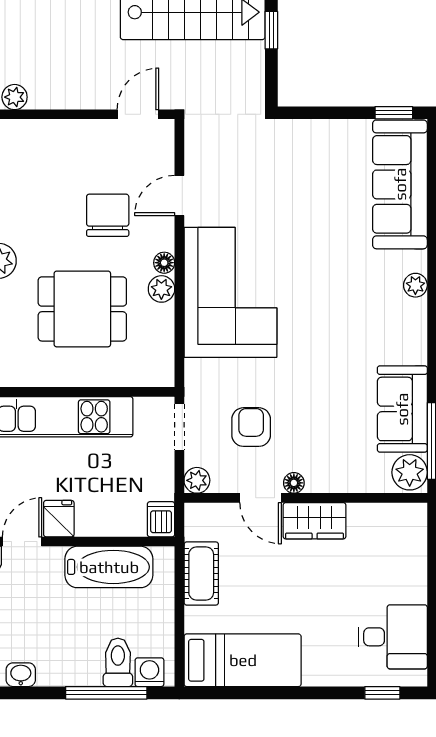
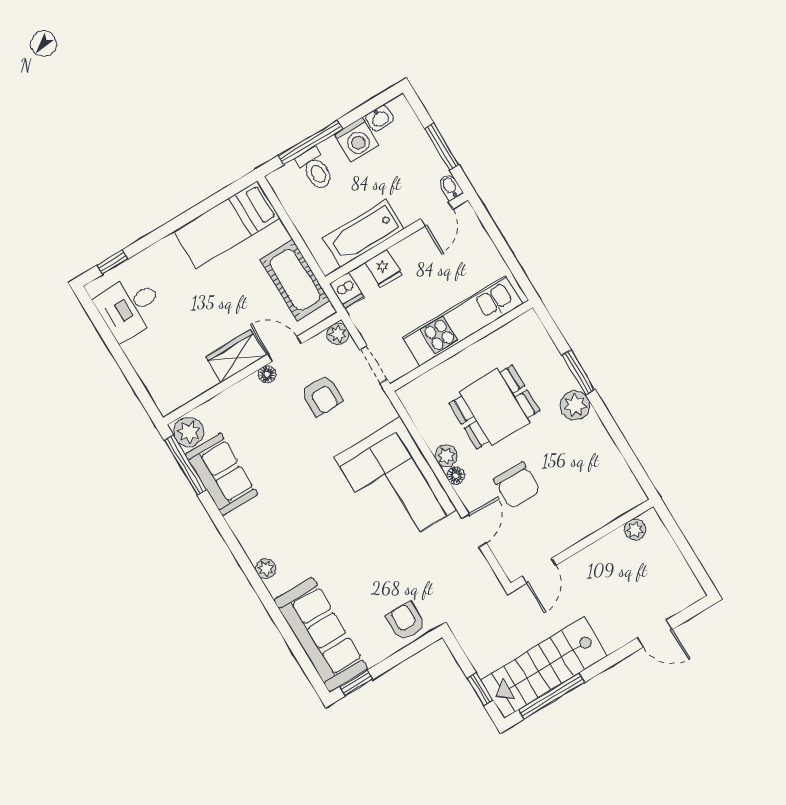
armchair: (305, 145) -> (406, 621), added
fridge: (59, 519) -> (384, 269), moved
cot: (201, 573) -> (295, 280), width x1.37, depth x1.34
washing machine: (149, 672) -> (357, 140), moved, width x1.38, depth x1.38

